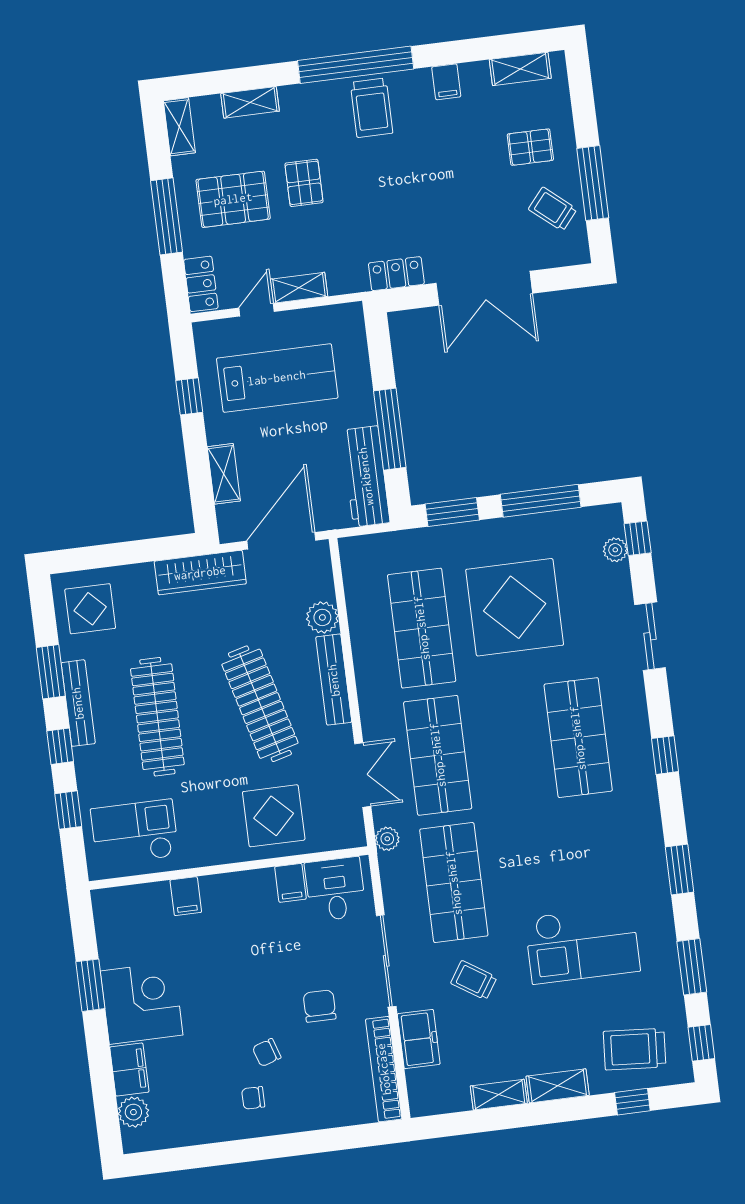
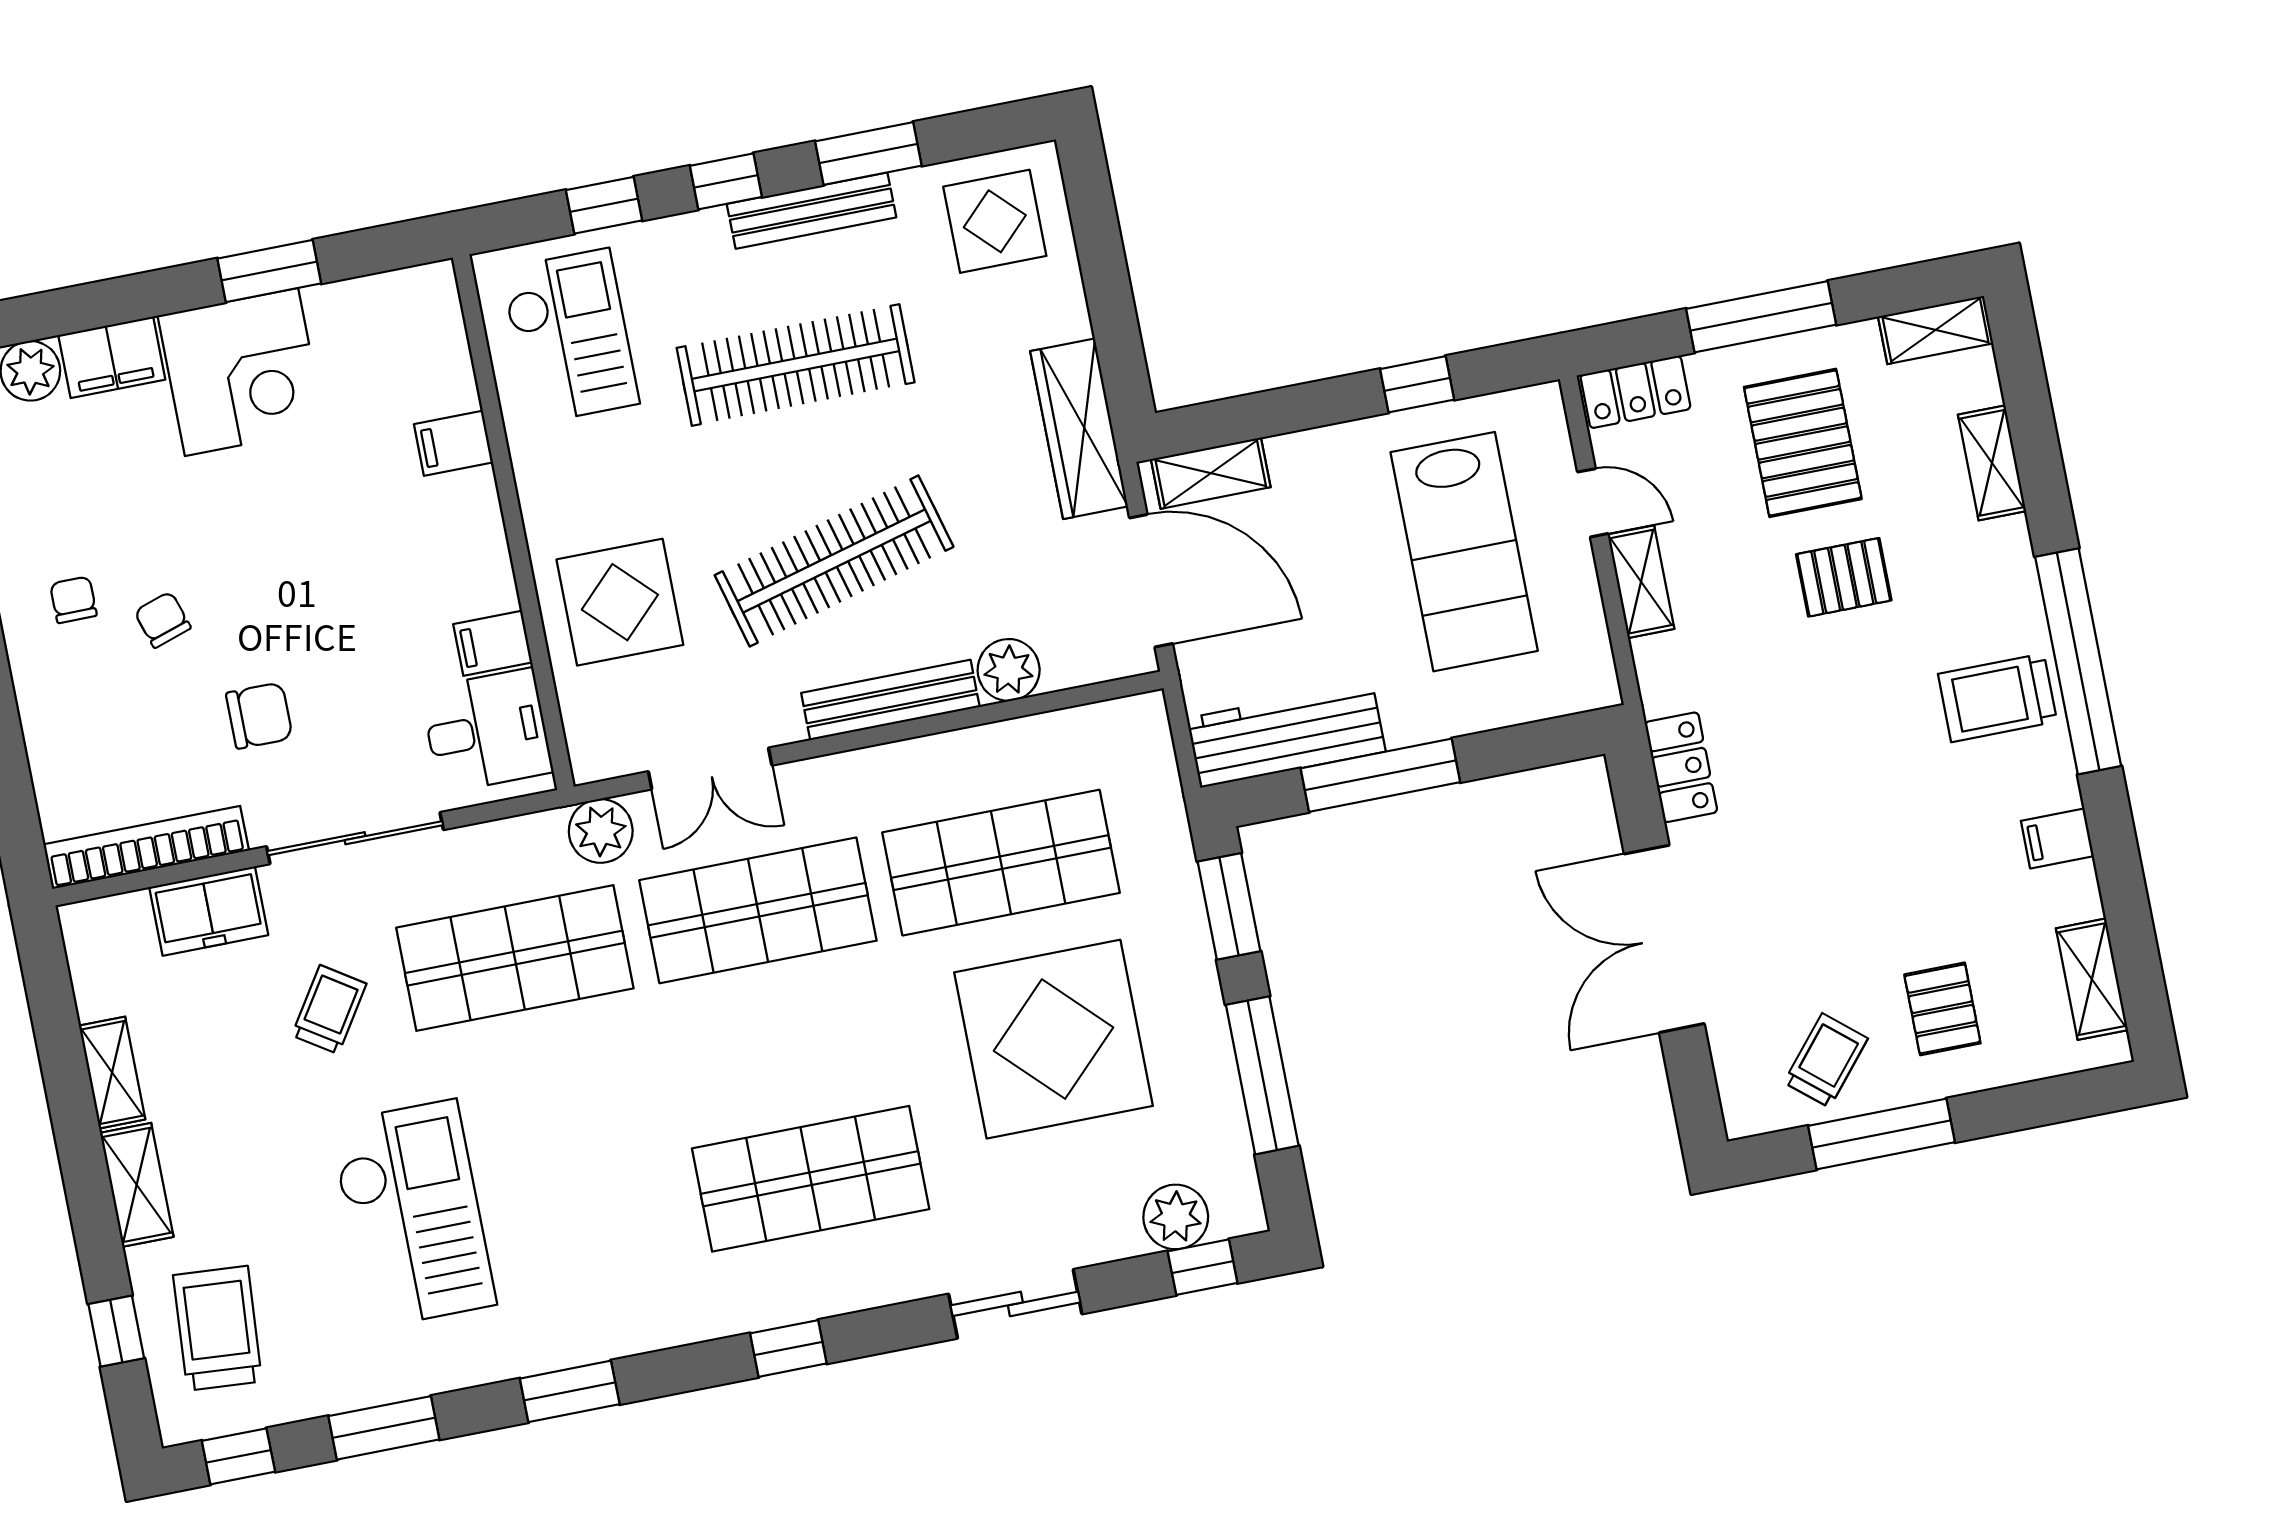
shelving: (224, 474) -> (1211, 473), moved
plant: (615, 550) -> (1176, 1217), width x1.38, depth x1.38
plant: (387, 839) -> (601, 831), width x1.38, depth x1.38
checkout: (582, 944) -> (413, 1214), turned 180

